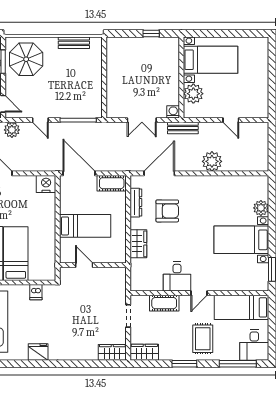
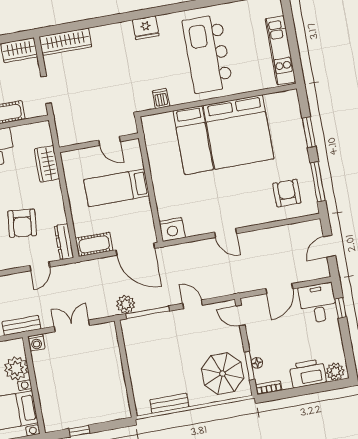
plant: (12, 130) -> (126, 304), moved
door: (159, 173) -> (40, 266), width x0.53
dresser: (136, 203) -> (64, 242), moved
armchair: (167, 211) -> (22, 223), turned -84
wardrobe: (138, 244) -> (47, 164), moved
wardrobe: (112, 352) -> (65, 42), width x1.50

